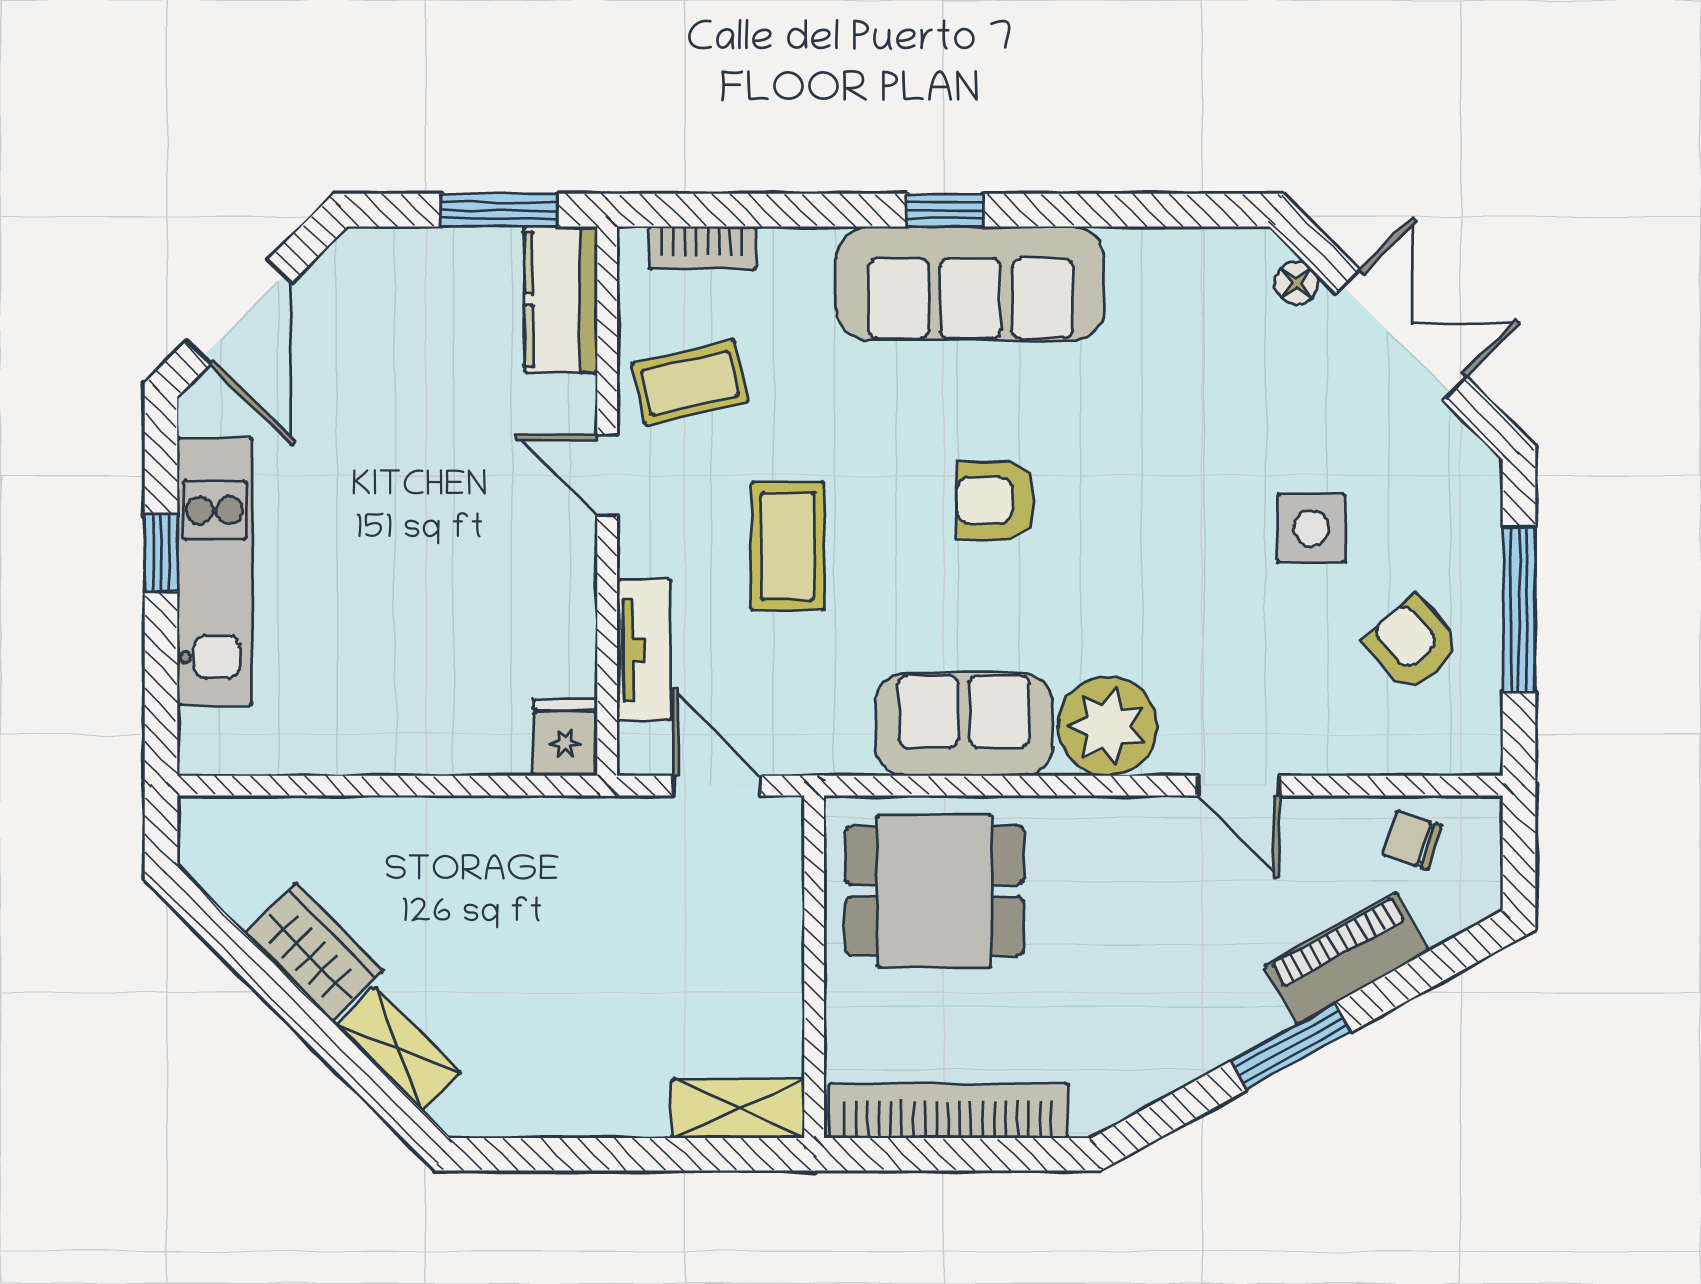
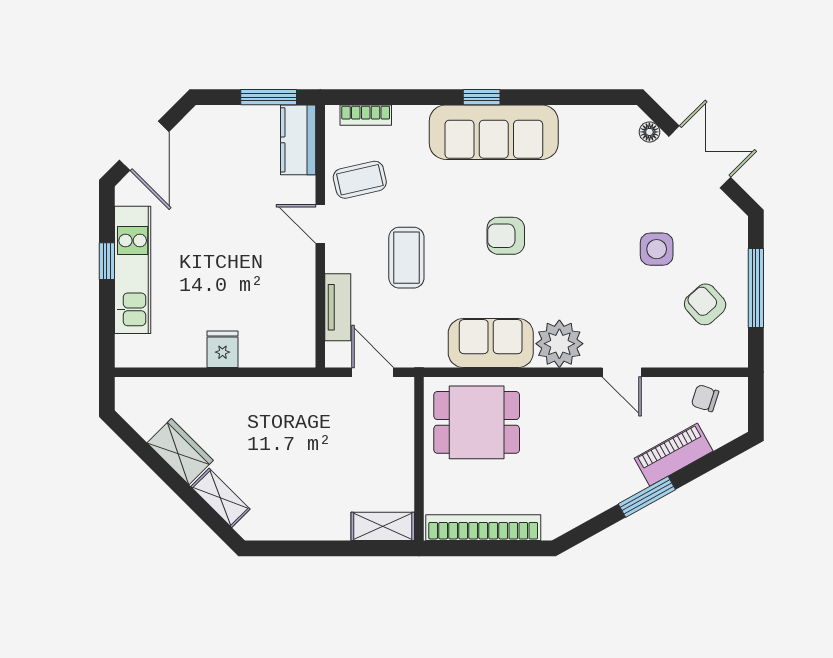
fridge: (565, 738) -> (222, 349), moved

